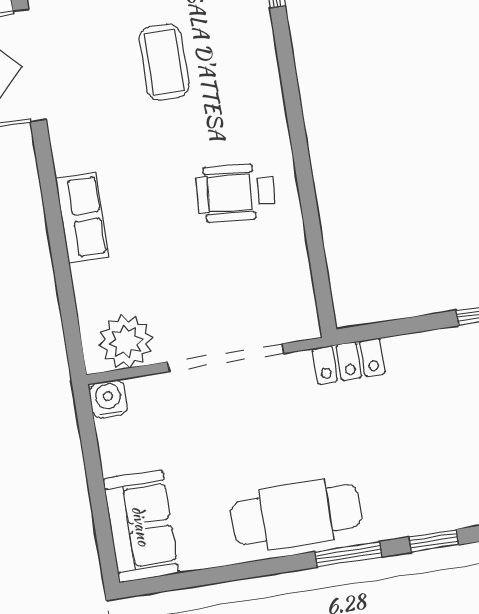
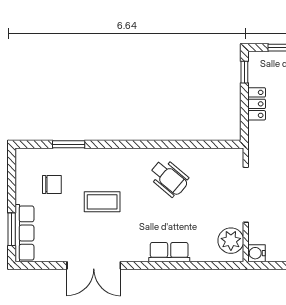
wheelchair: (236, 193) -> (169, 178), turned -55
locker: (349, 361) -> (257, 104), moved

